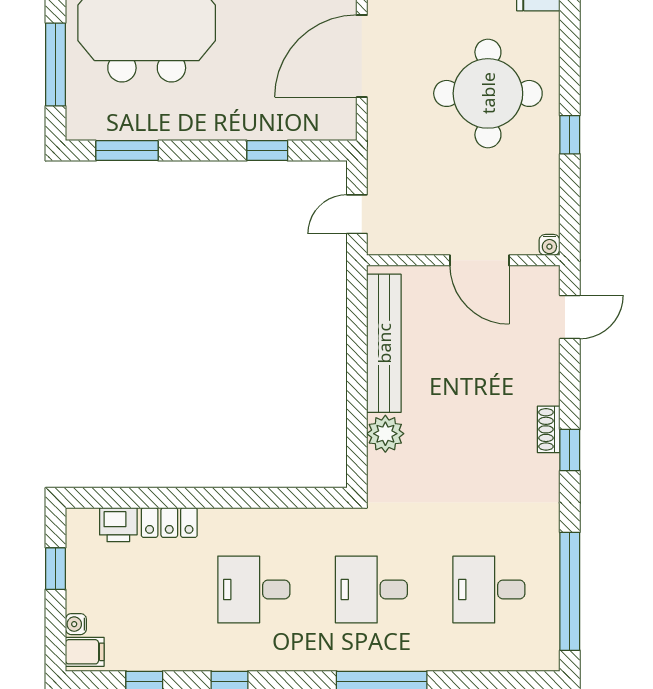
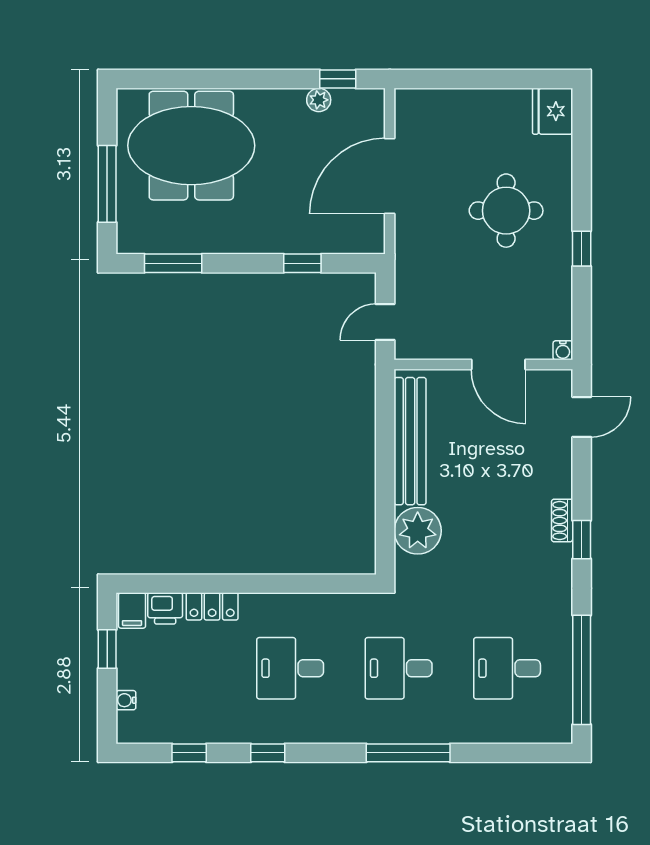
round table: (488, 93) -> (506, 211), width x0.73, depth x0.73
plant: (385, 434) -> (418, 531), width x1.36, depth x1.36
filing cabinet: (85, 652) -> (132, 611), moved, turned 90

